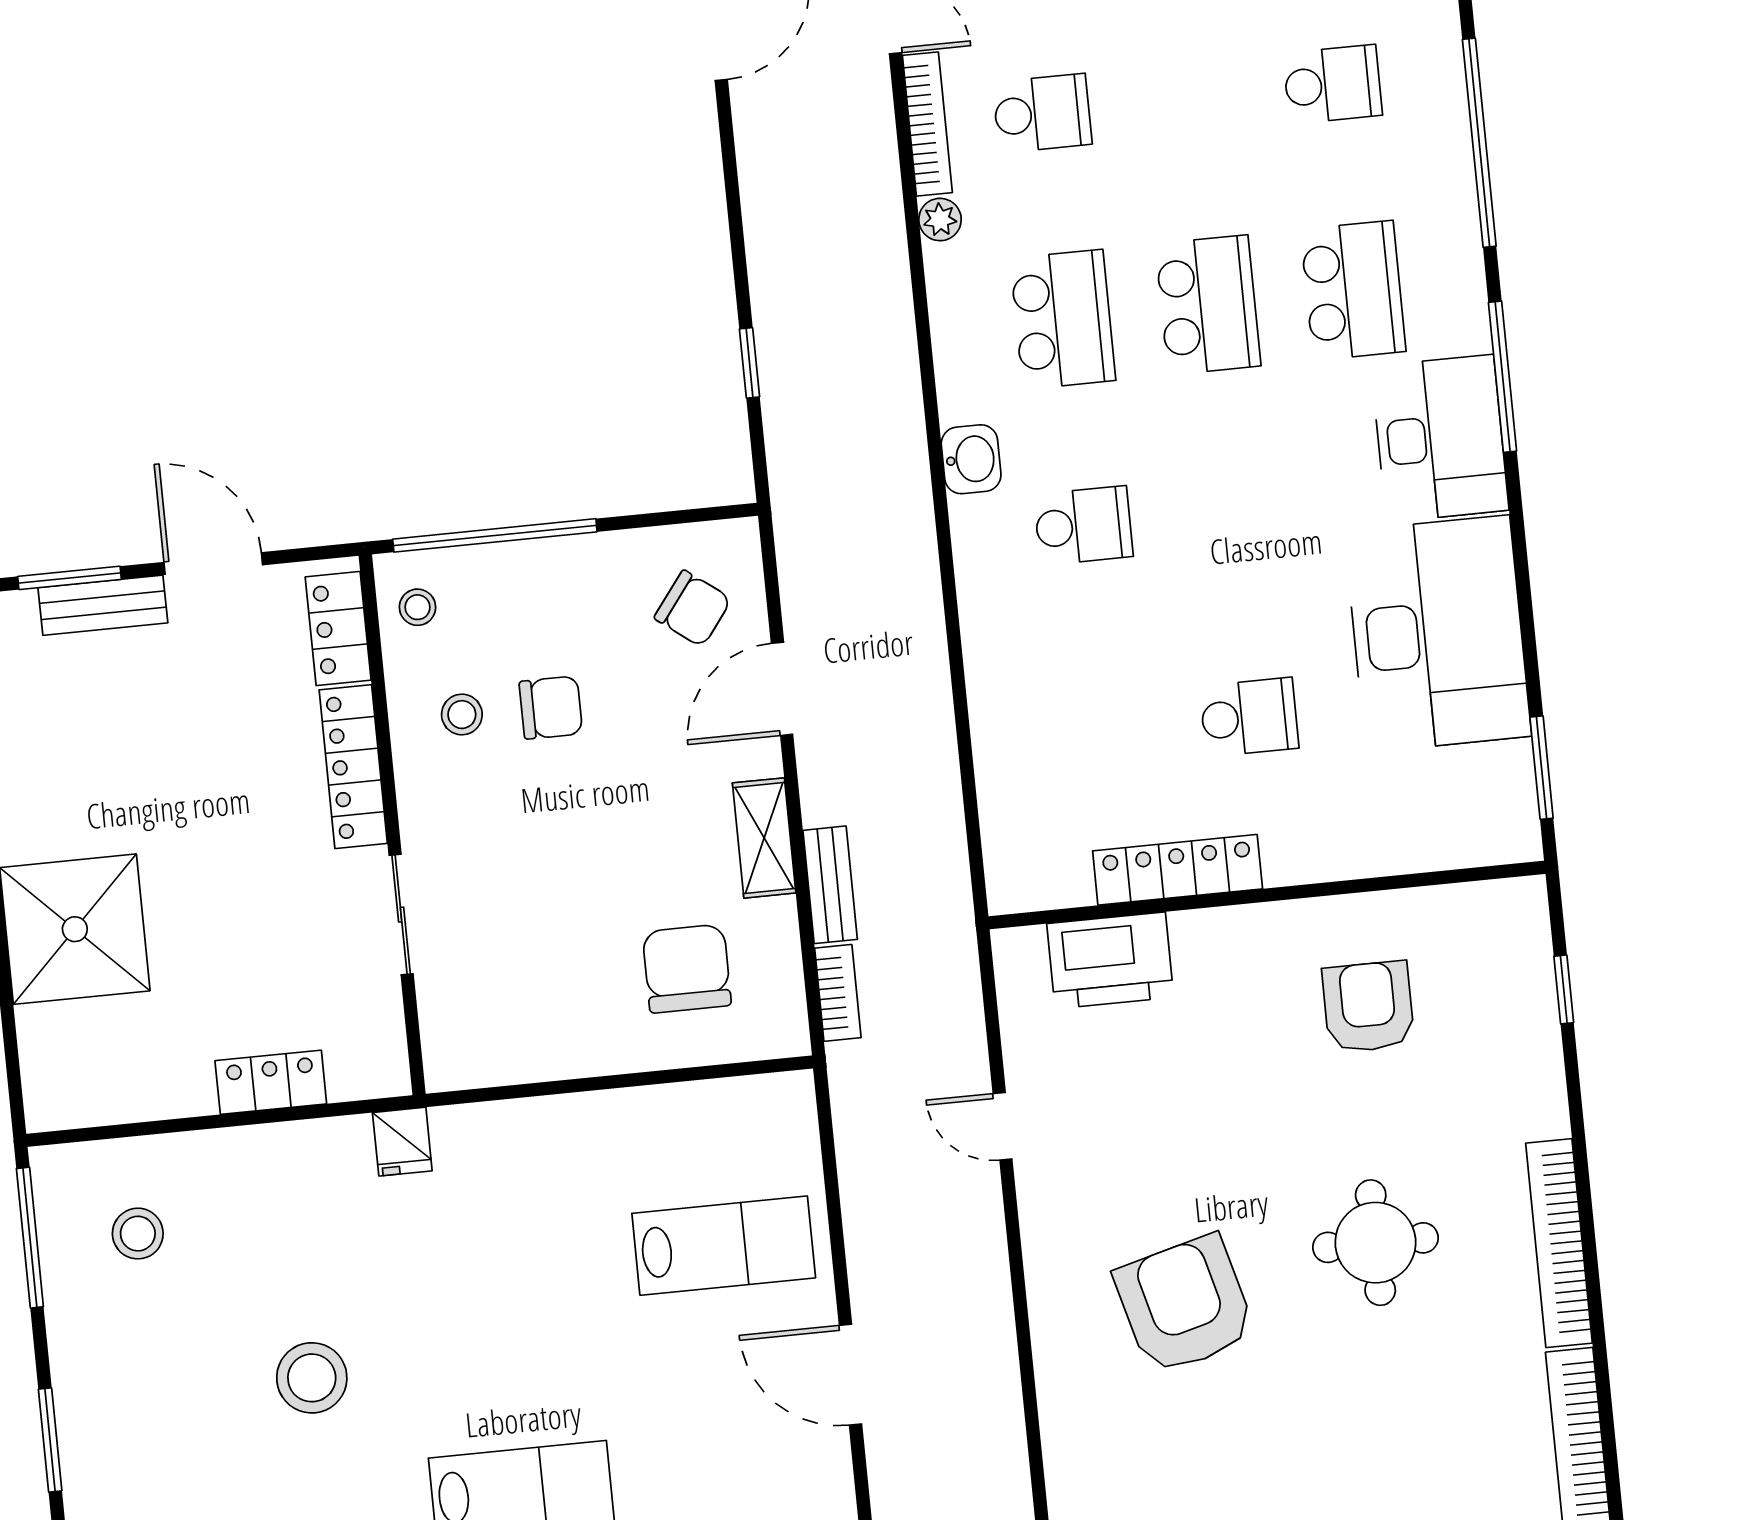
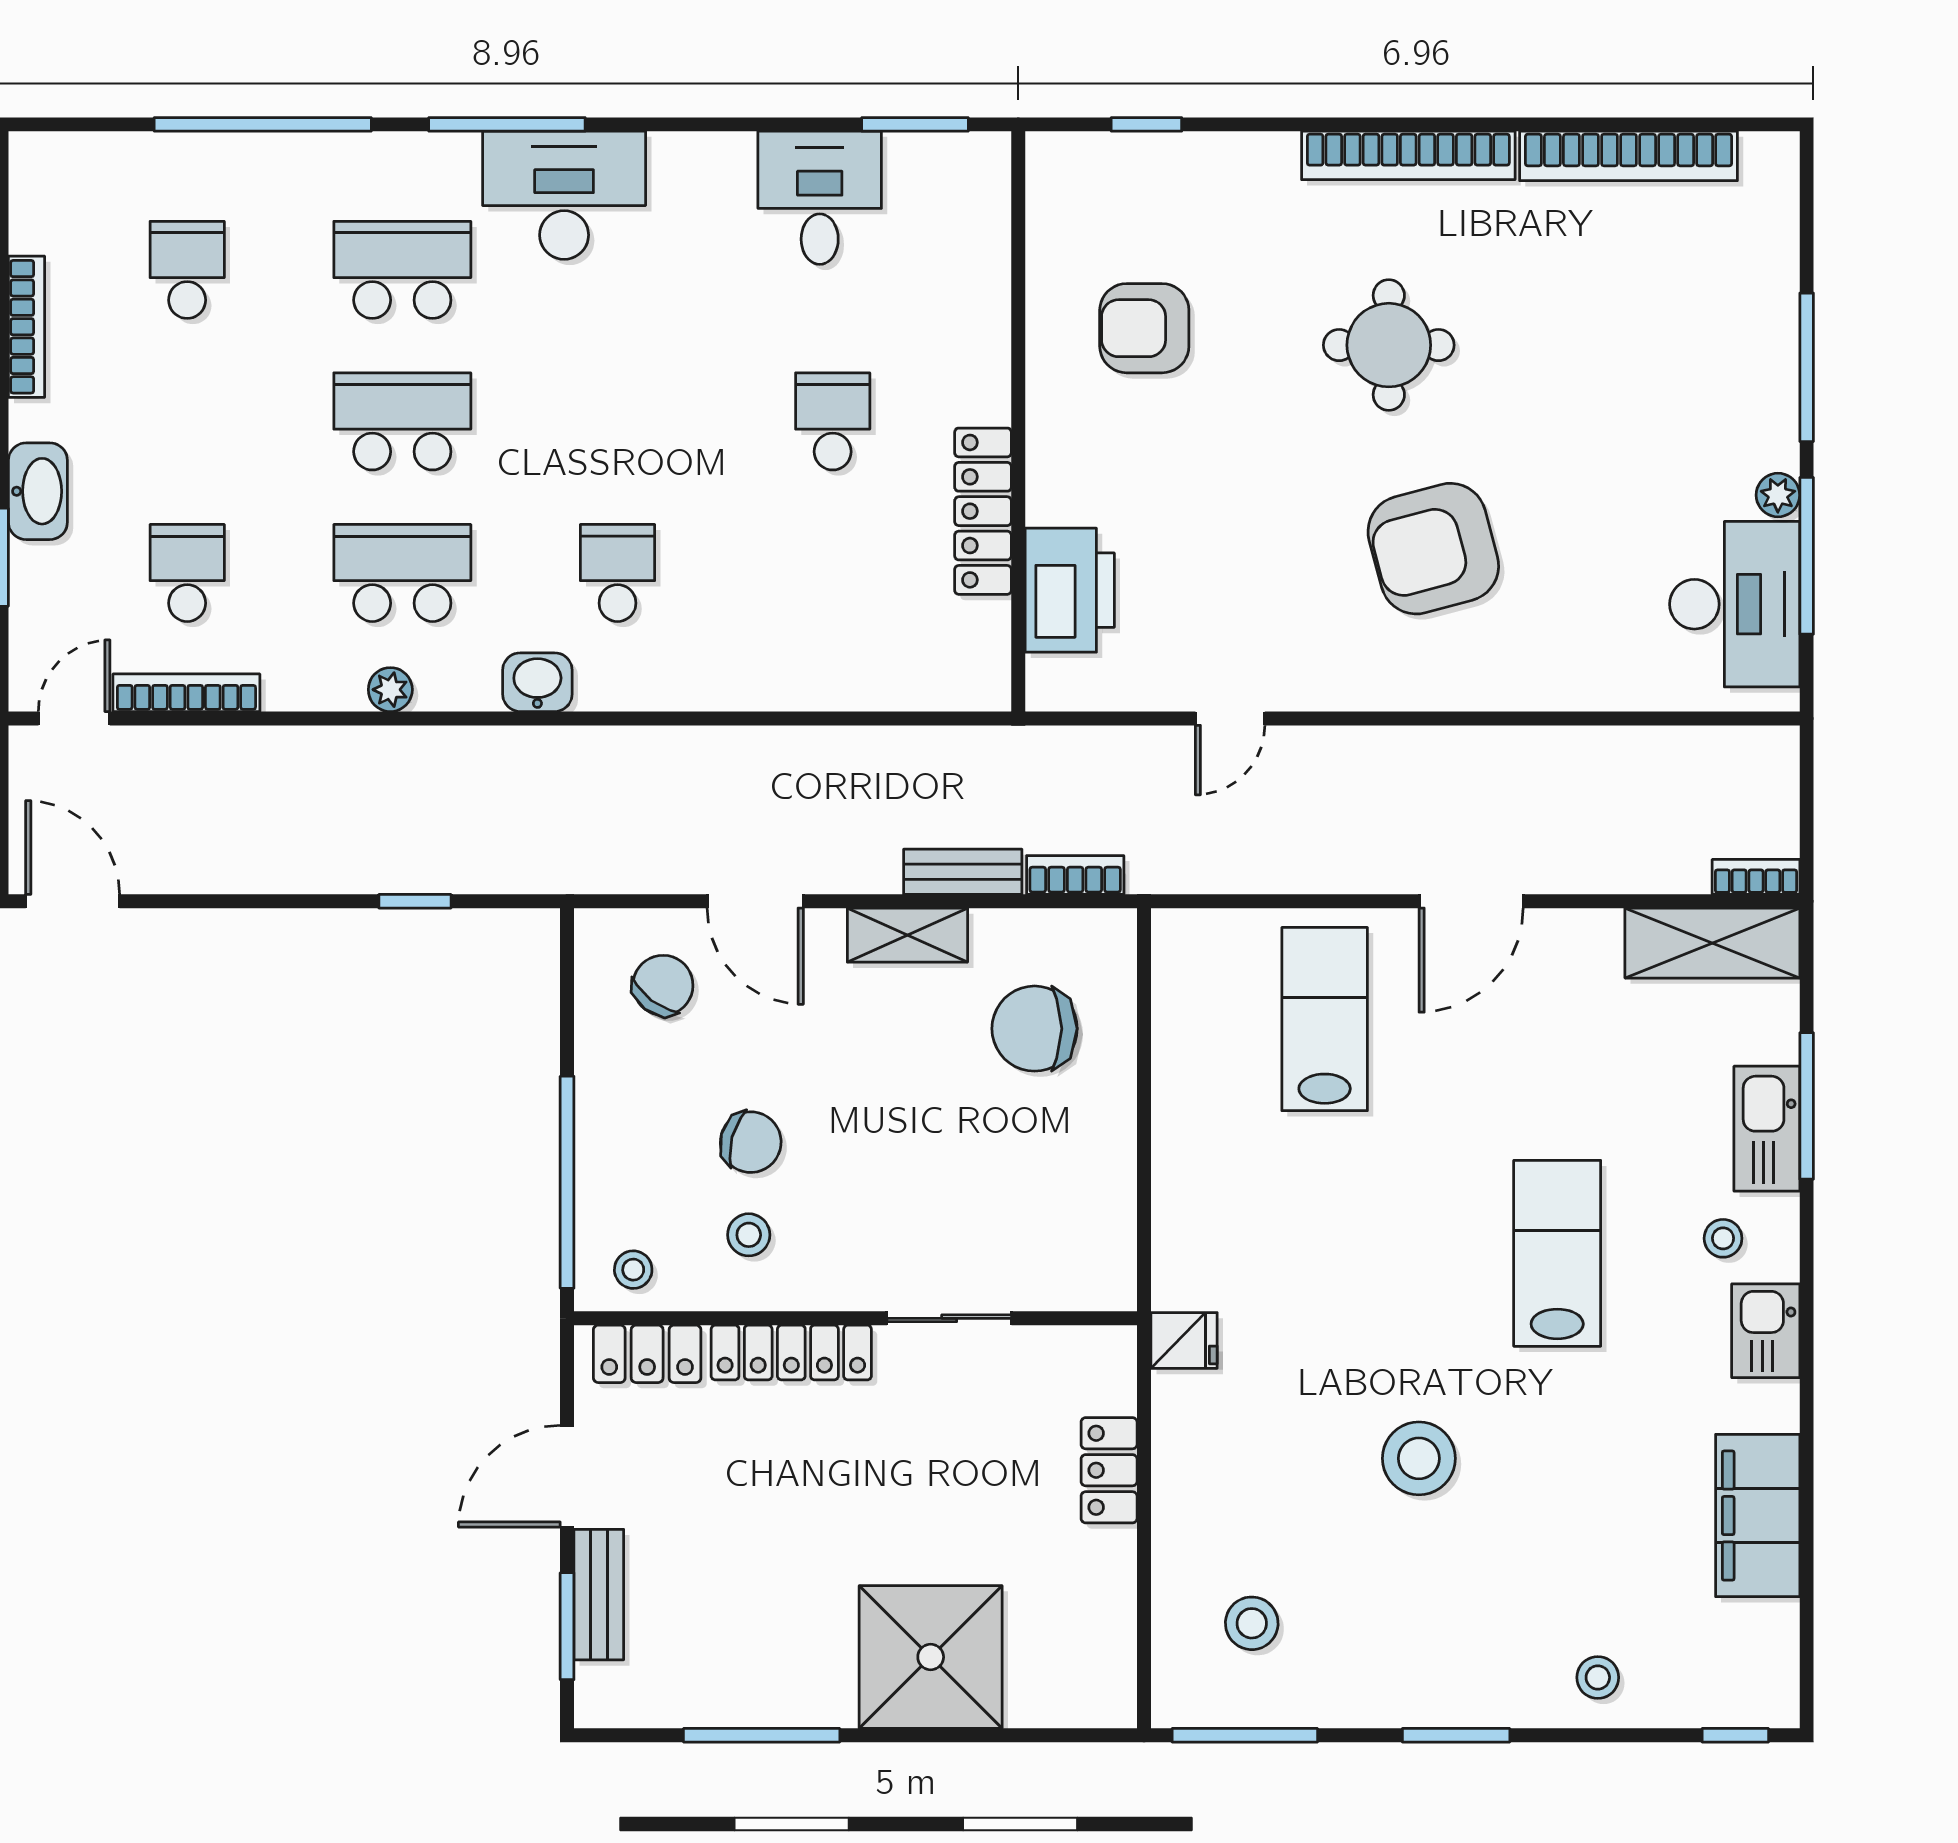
plant: (940, 220) -> (390, 690), moved
desk: (1438, 634) -> (820, 198), width x0.53, depth x0.77
chair: (551, 708) -> (751, 1142), turned 105

